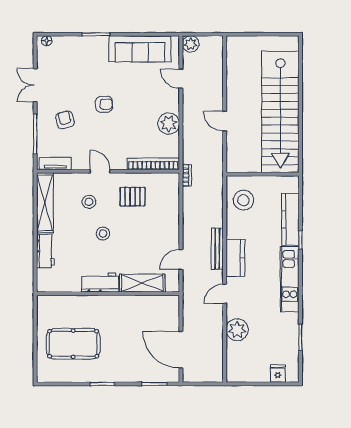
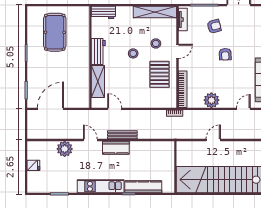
pallet: (132, 197) -> (159, 74), width x1.50, depth x1.42
stool: (243, 200) -> (157, 153), removed
workbench: (45, 251) -> (103, 12), moved
fridge: (278, 374) -> (33, 165), moved

